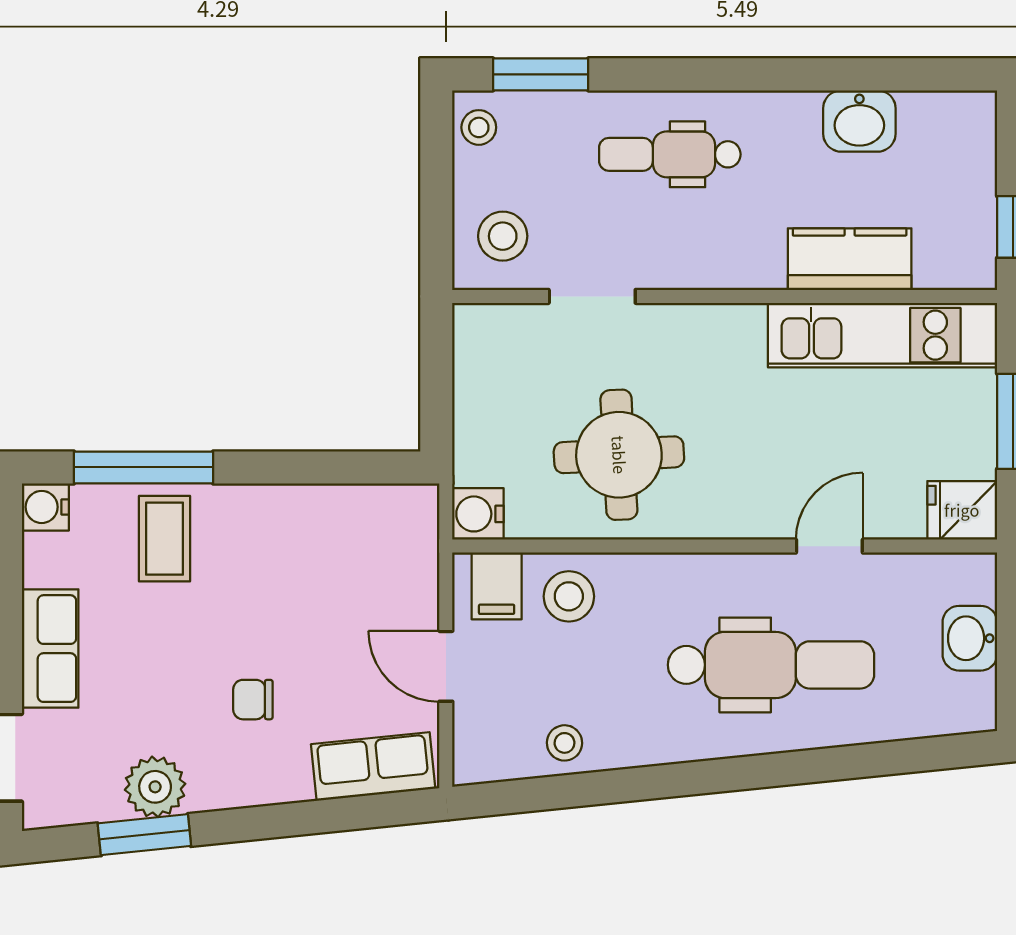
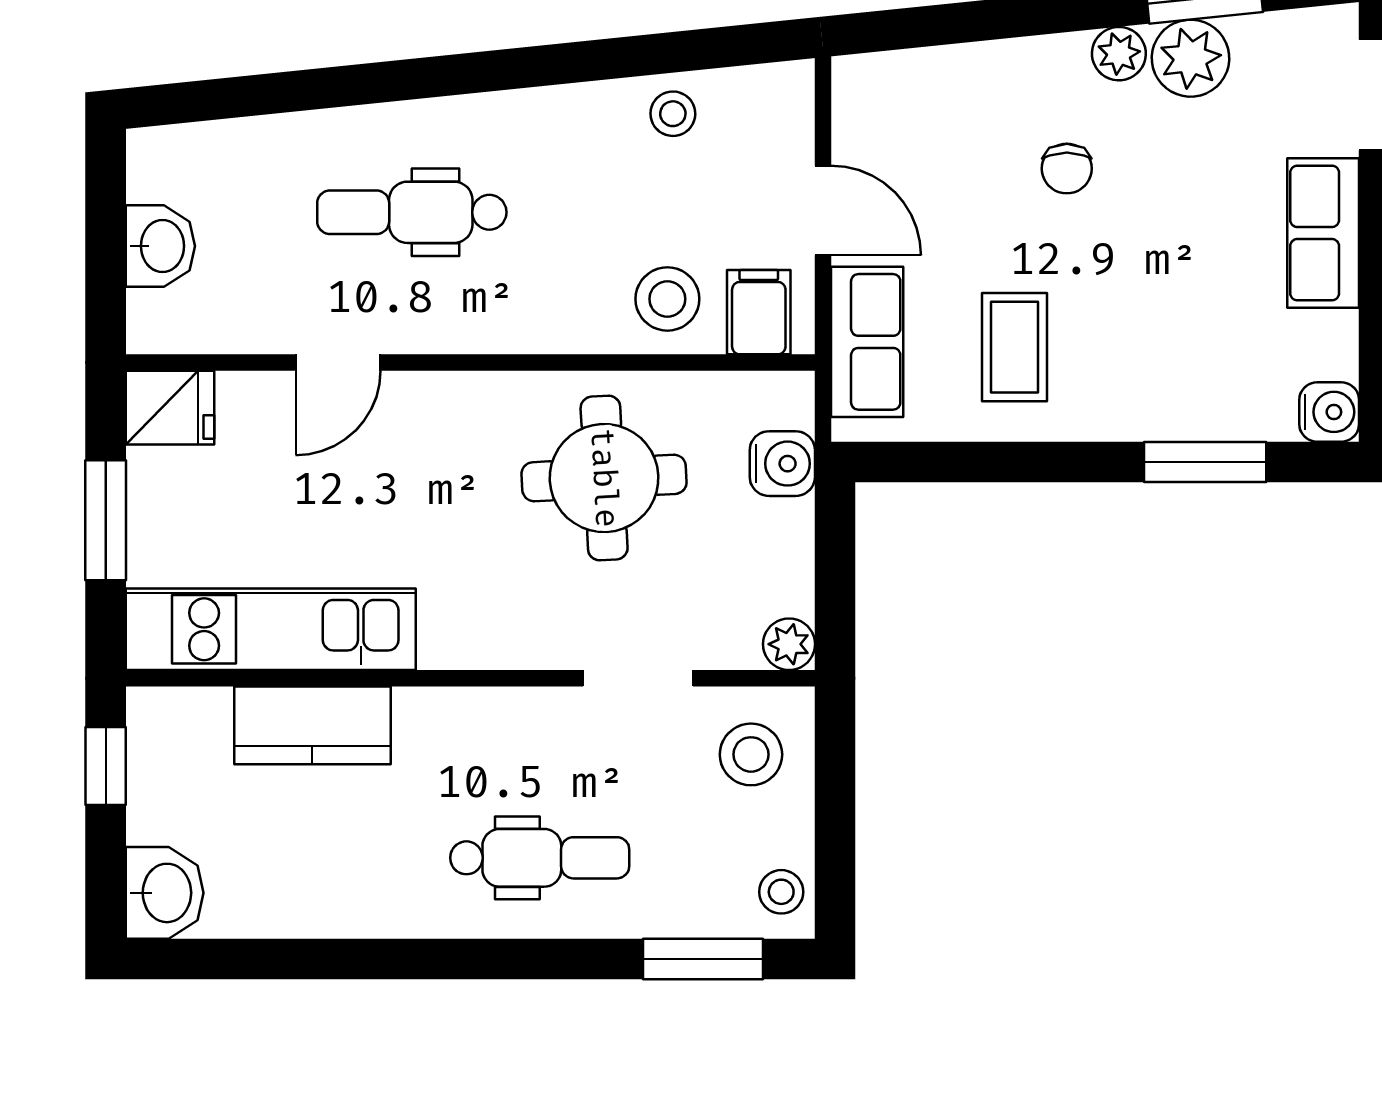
washbasin: (859, 121) -> (165, 893), moved, turned 90
plant: (473, 323) -> (789, 644), added
window: (143, 467) -> (1205, 462), width x0.69
water cooler: (478, 514) -> (782, 464), moved
coffee table: (165, 539) -> (1014, 347), moved
dental chair: (771, 665) -> (412, 212), width x0.73, depth x0.72
chair: (253, 700) -> (1067, 169), turned 90
row of seats: (373, 766) -> (867, 342), moved, turned -84
plant: (212, 790) -> (1119, 54), added

